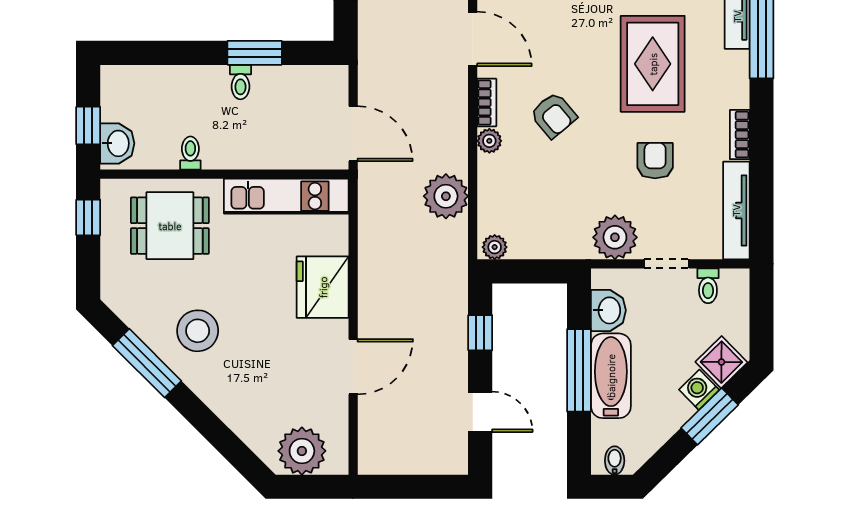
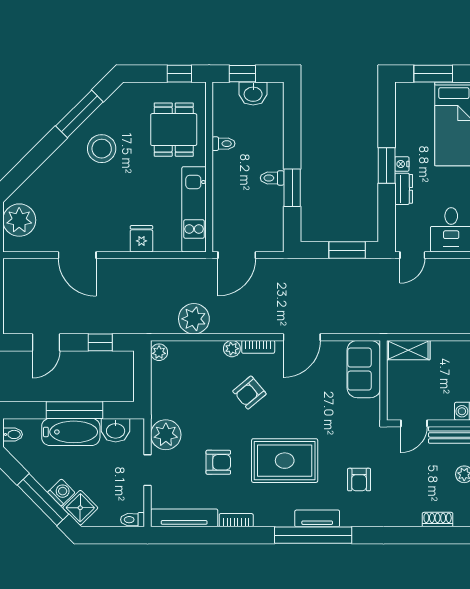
washbasin: (117, 143) -> (253, 93), moved
toilet: (708, 286) -> (133, 520), moved
fridge: (323, 287) -> (141, 239), width x0.53, depth x0.75
window: (710, 416) -> (43, 500), width x1.44

